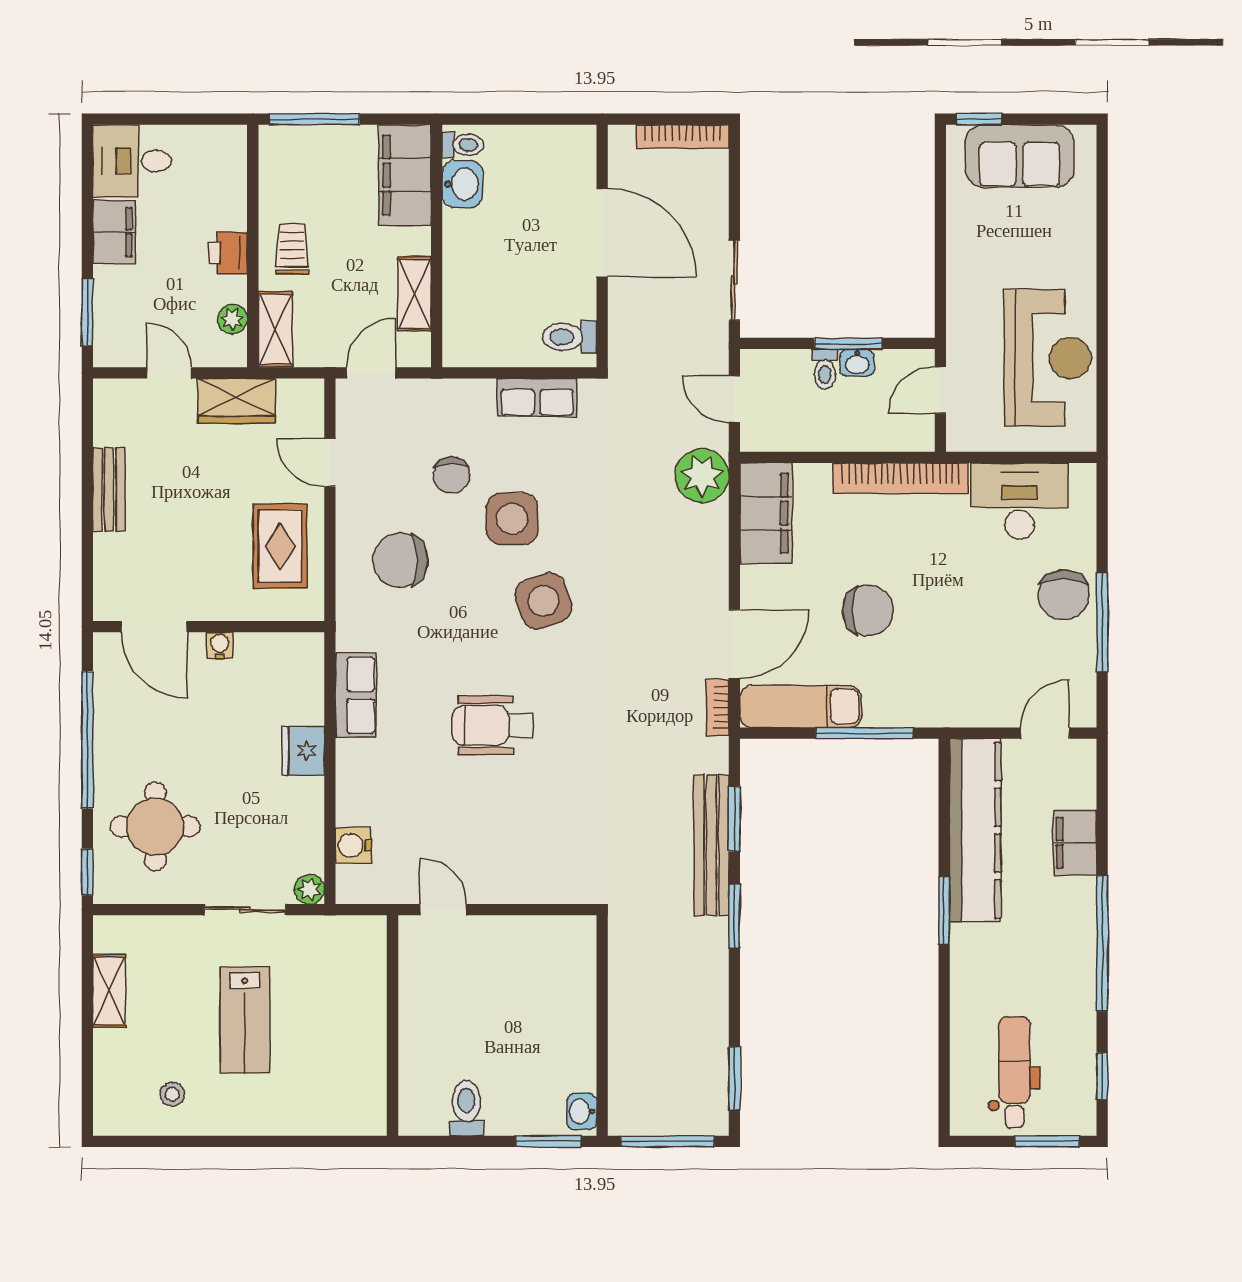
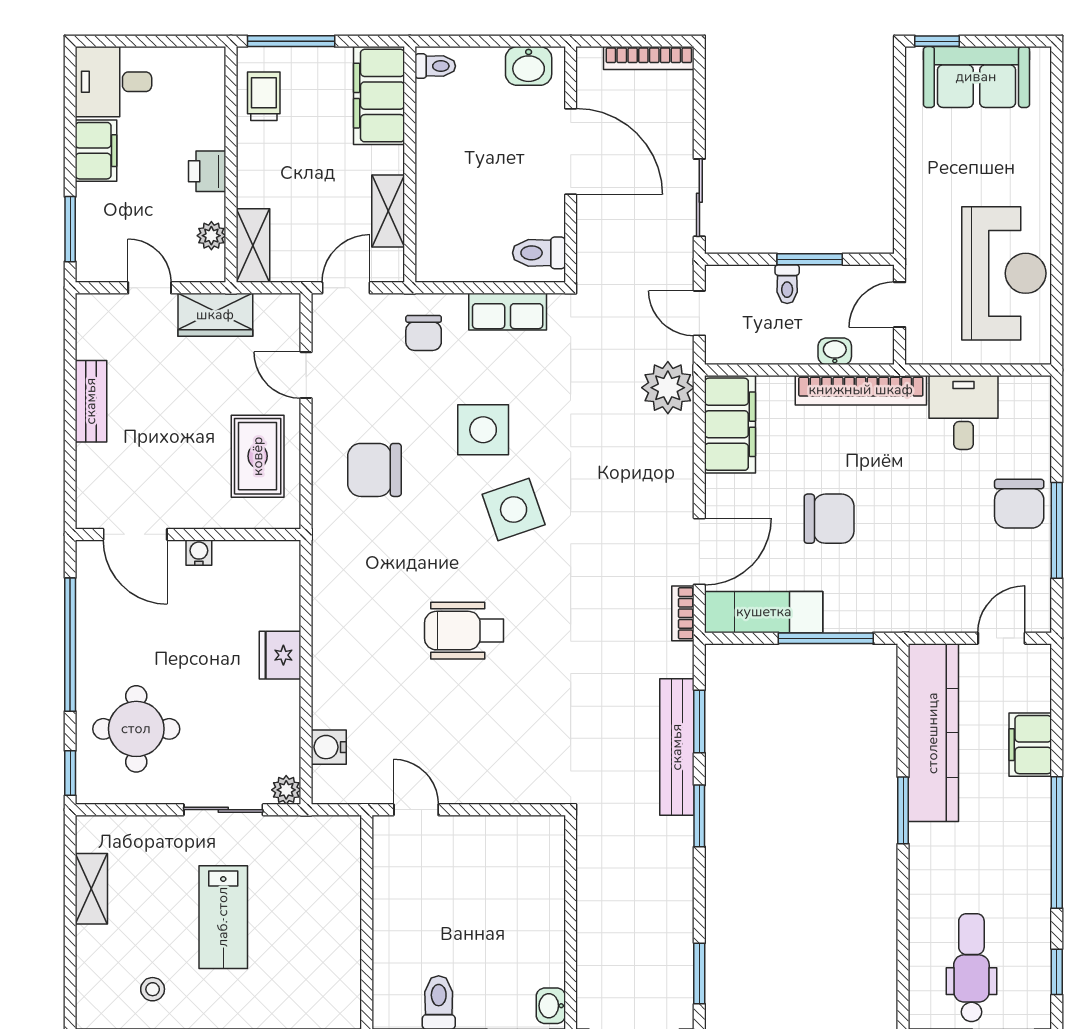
washbasin: (462, 184) -> (529, 66), moved, turned 90
trolley: (292, 249) -> (264, 96), moved
washbasin: (857, 363) -> (835, 351), moved, turned 180
chair: (451, 475) -> (424, 333), moved
desk: (1019, 501) -> (964, 412), width x0.73
row of seats: (356, 695) -> (331, 601), removed

